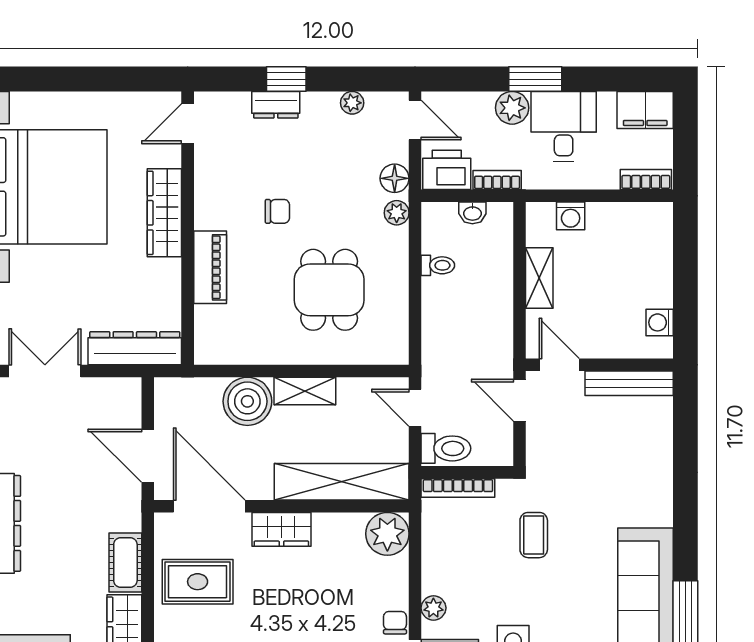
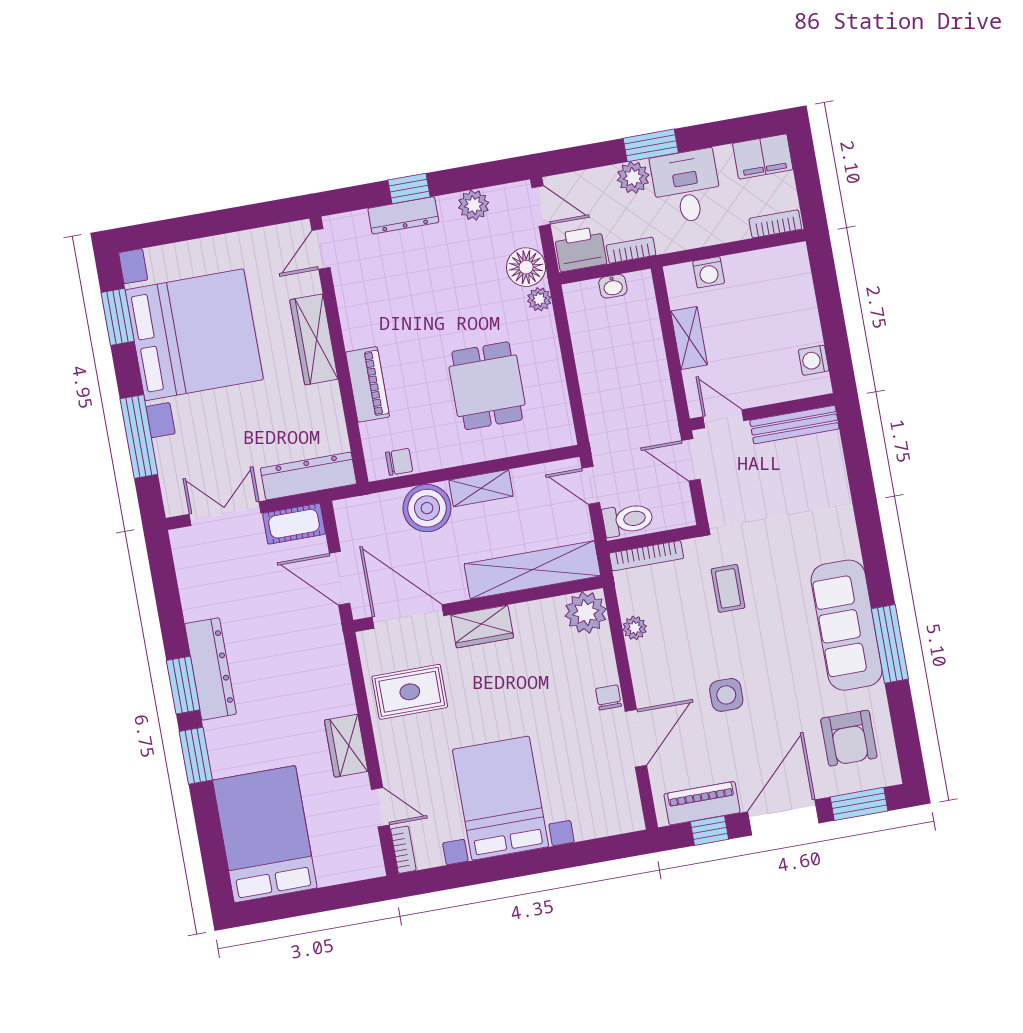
plant: (352, 103) -> (474, 205), width x1.38, depth x1.38
dresser: (276, 105) -> (403, 215), width x1.44
floor lamp: (395, 178) -> (526, 267), width x1.38, depth x1.38
chair: (277, 211) -> (399, 462), moved
toilet: (438, 265) -> (588, 343), removed
cot: (125, 562) -> (294, 524), moved, turned 90
plant: (433, 608) -> (635, 628), moved

